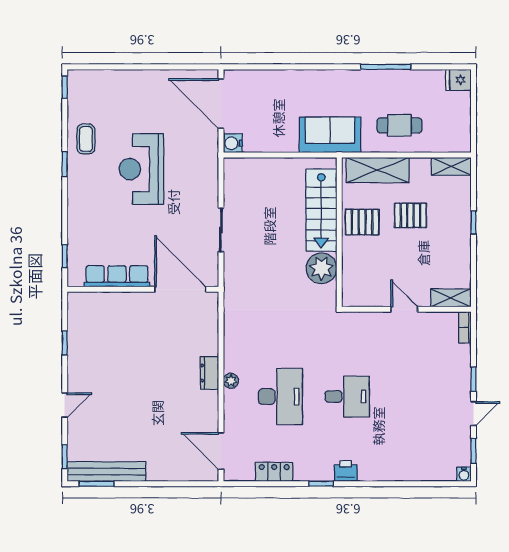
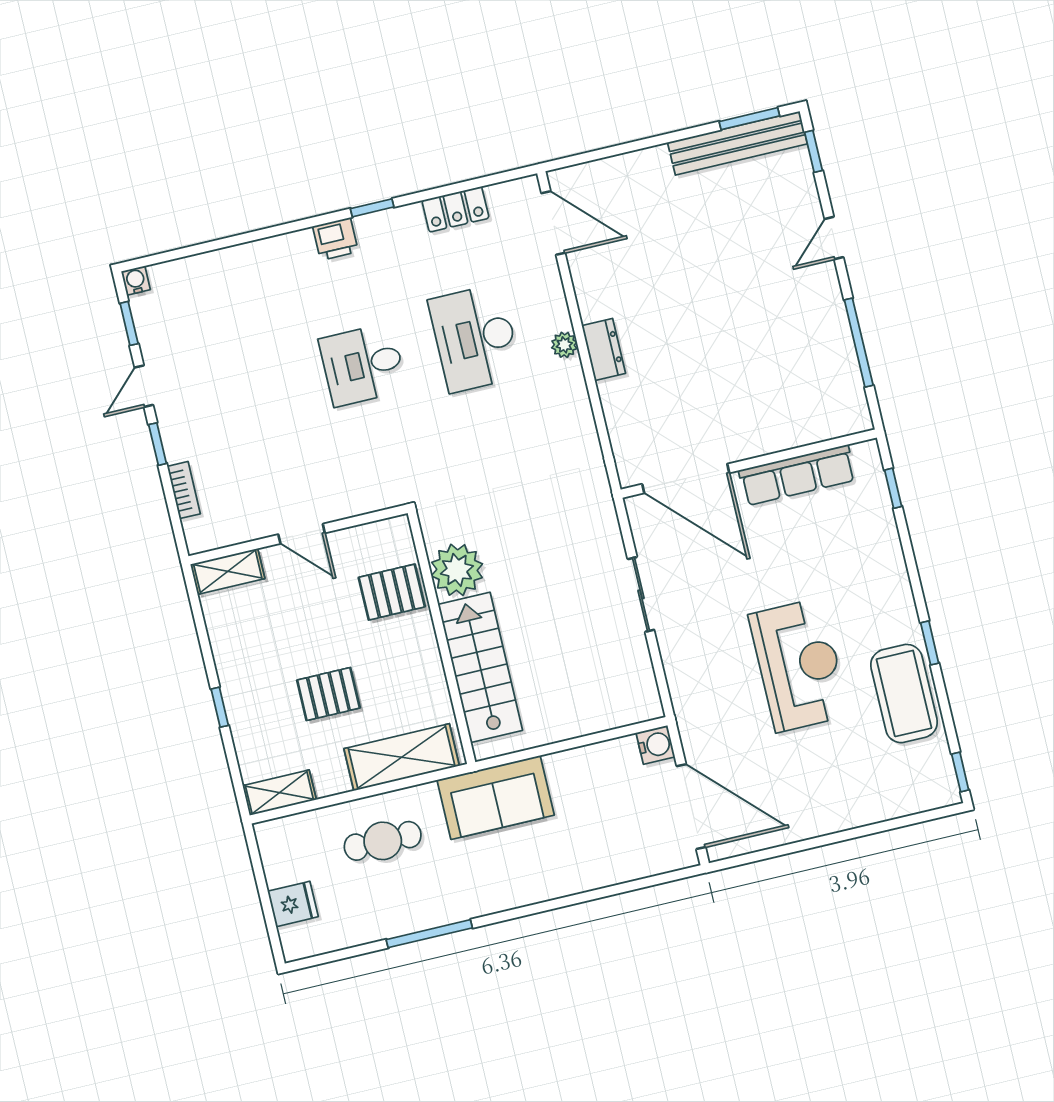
fridge: (458, 80) -> (293, 904), moved
coffee table: (86, 139) -> (904, 694), width x1.86, depth x1.72
pallet: (362, 222) -> (392, 592), moved
bookcase: (465, 327) -> (184, 490), moved
window: (65, 343) -> (859, 343), width x2.17

